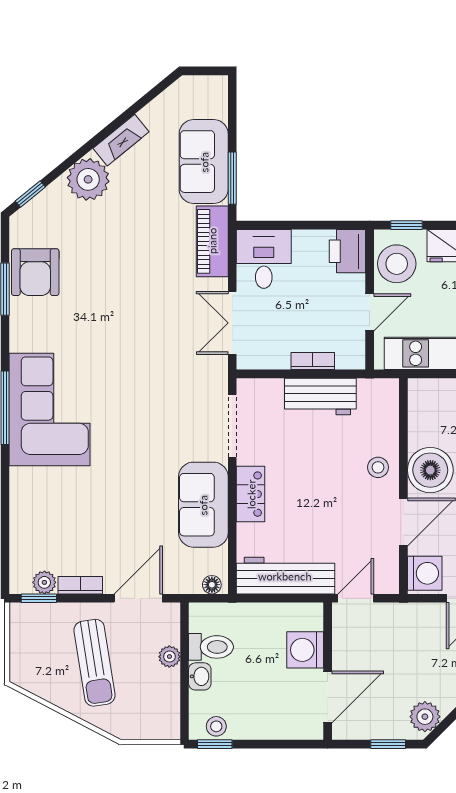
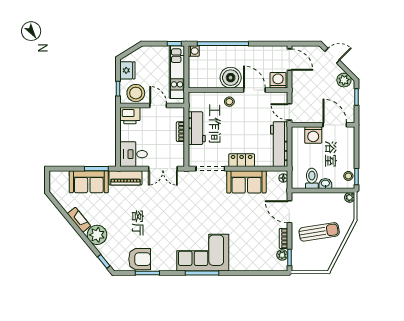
plant: (169, 657) -> (350, 197), moved

